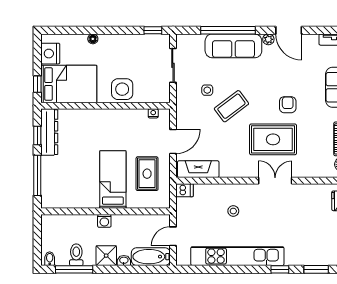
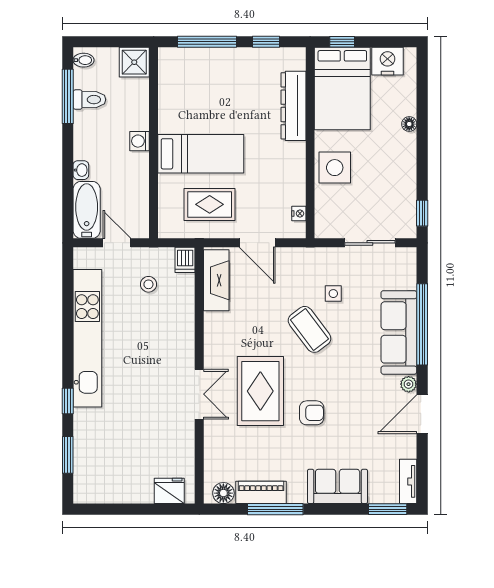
dresser: (49, 132) -> (293, 106), moved, turned 90
stool: (233, 211) -> (148, 284), moved
shower: (106, 256) -> (134, 62), moved

